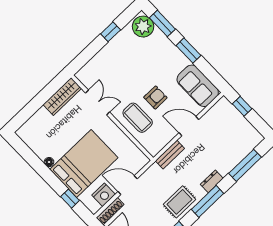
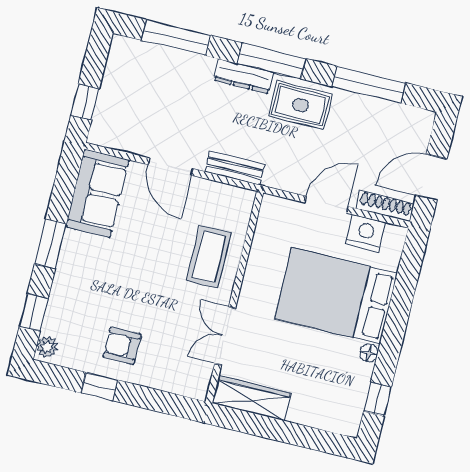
window: (162, 23) -> (34, 313), width x0.67
plant: (143, 27) -> (47, 347), width x0.53, depth x0.53
armchair: (155, 97) -> (122, 346), moved
dresser: (212, 181) -> (244, 76), width x1.44
door: (128, 185) -> (326, 205), swing flipped
window: (70, 199) -> (377, 399), moved

